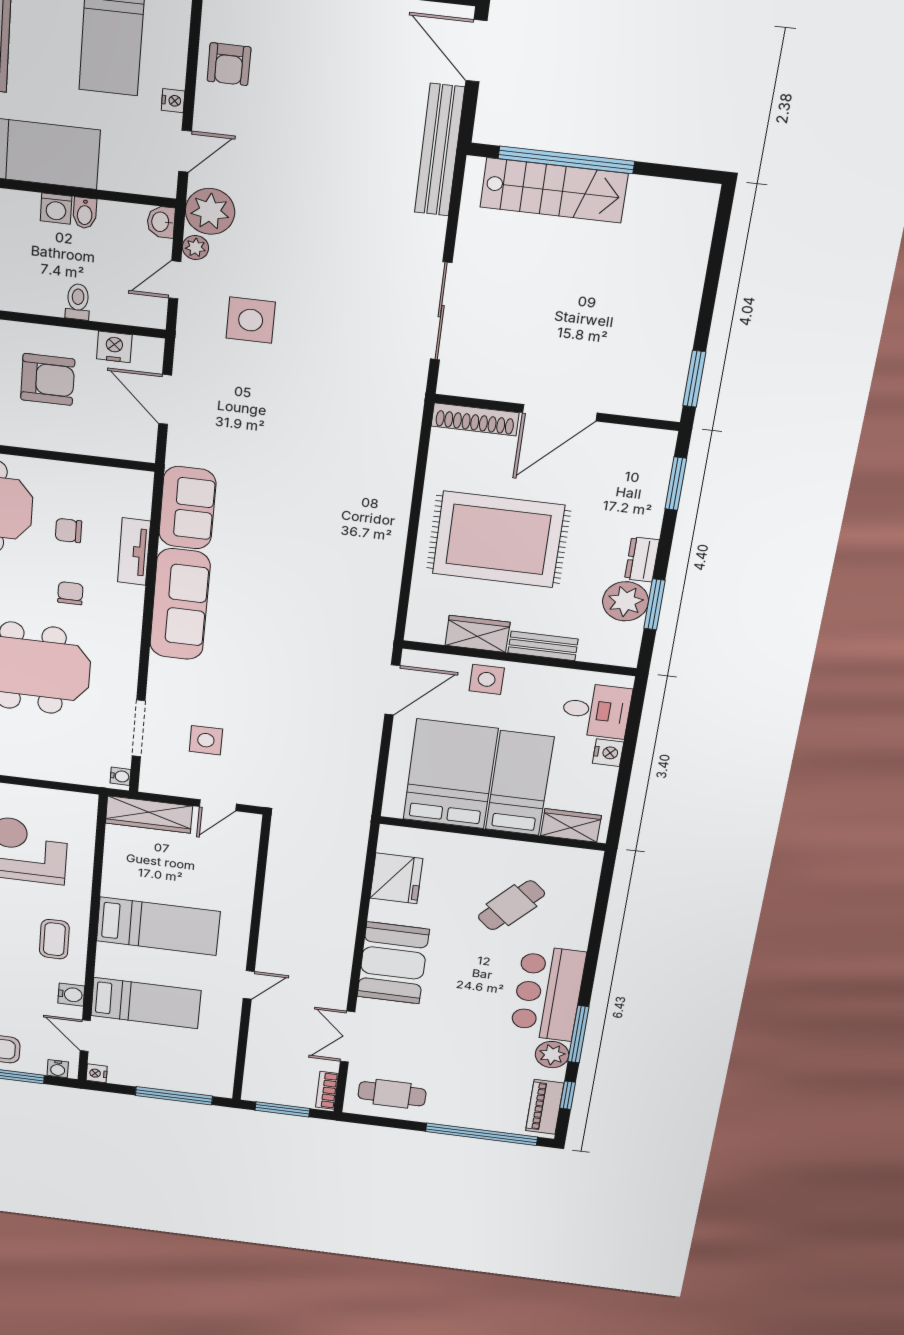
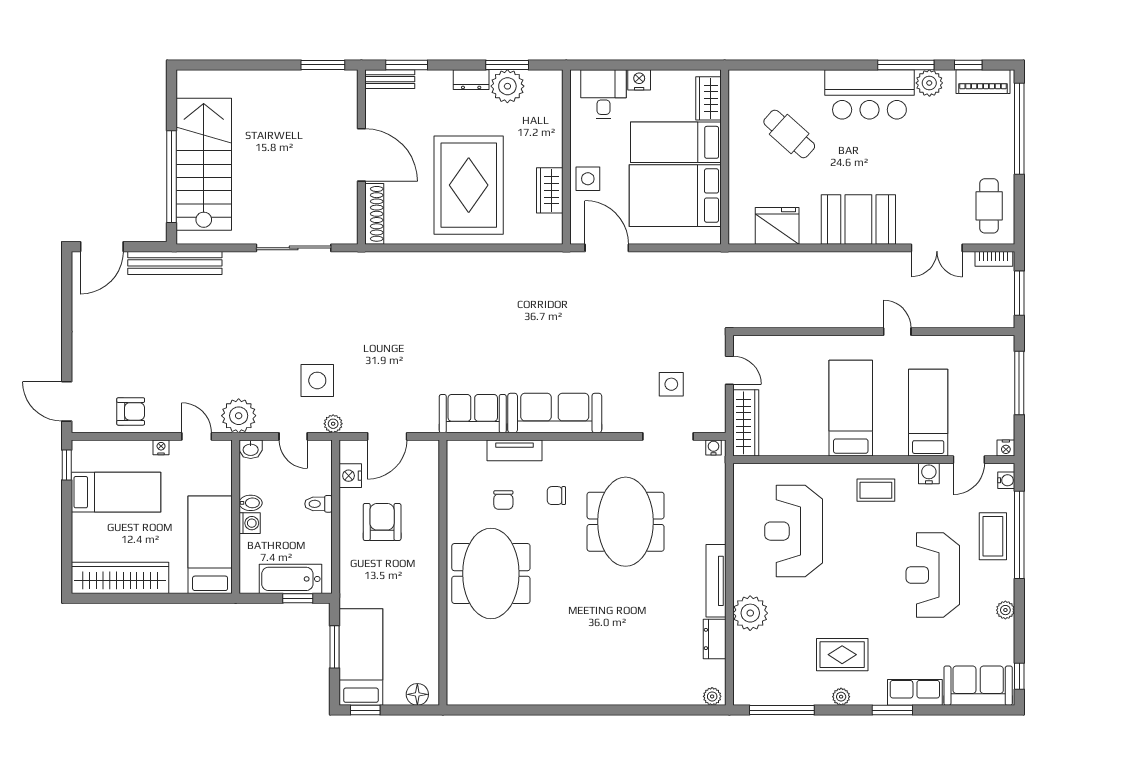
stairs: (554, 190) -> (204, 164), width x1.36, depth x1.51
plant: (195, 247) -> (333, 424), moved
bench: (543, 646) -> (390, 79), moved, turned 90

